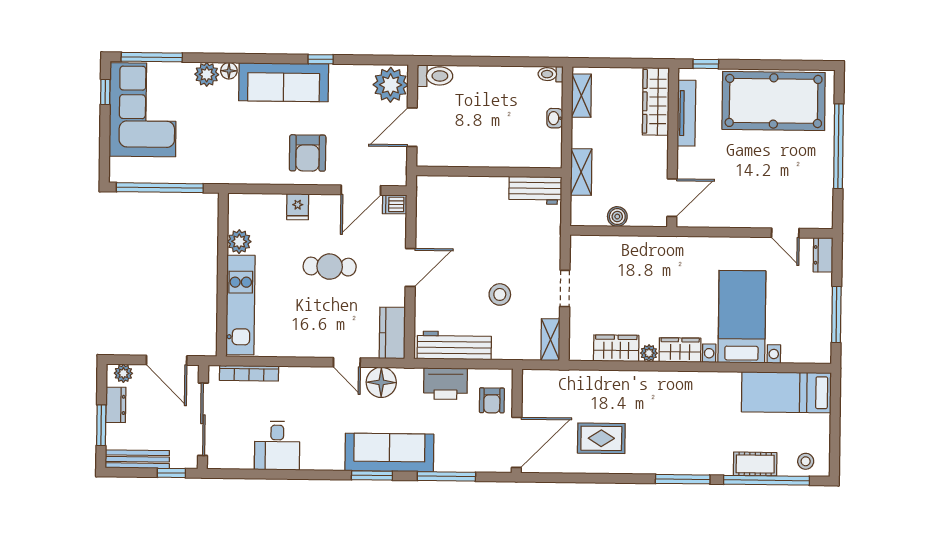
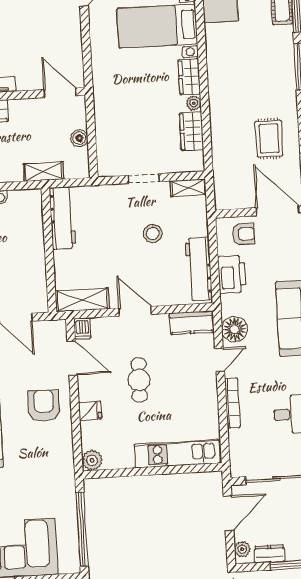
armchair: (308, 153) -> (44, 406), turned -89
workbench: (535, 190) -> (63, 218), width x1.38
shelving: (428, 207) -> (82, 300), added
plant: (239, 242) -> (92, 460), moved
bookcase: (249, 373) -> (232, 403), moved

